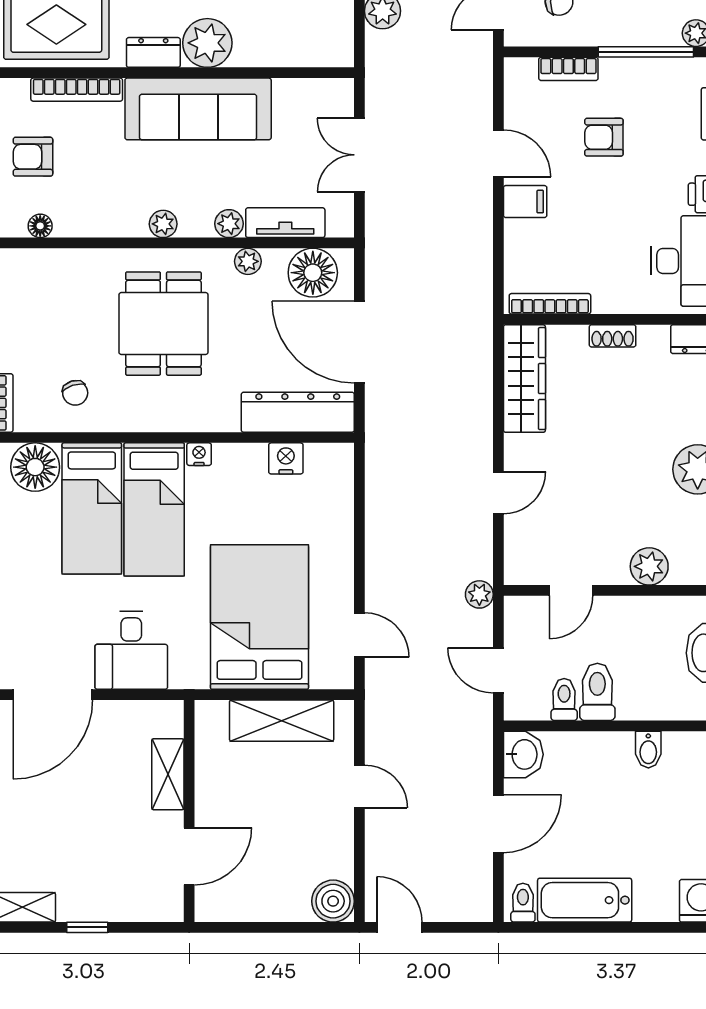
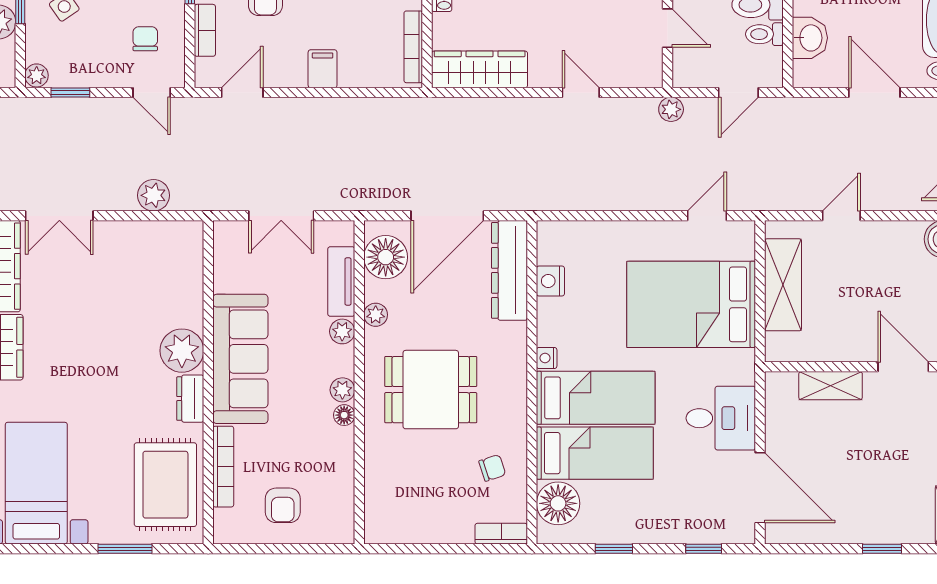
door: (498, 153) -> (242, 93), moved
floor lamp: (40, 226) -> (344, 415), moved
washbasin: (523, 754) -> (810, 38), moved, turned 90

